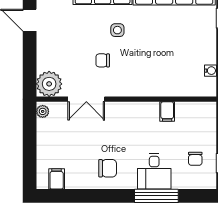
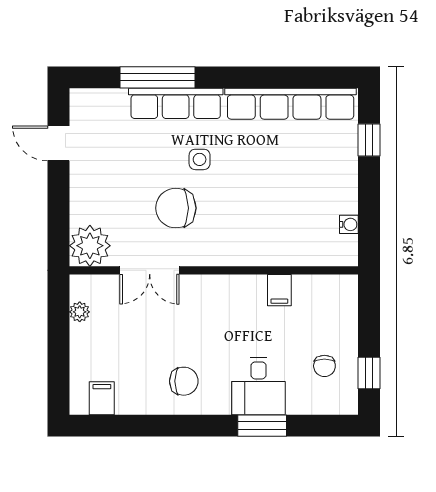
chair: (103, 60) -> (176, 208), width x1.87, depth x1.87
plant: (43, 111) -> (80, 312), moved
window: (156, 196) -> (262, 426), width x0.69

